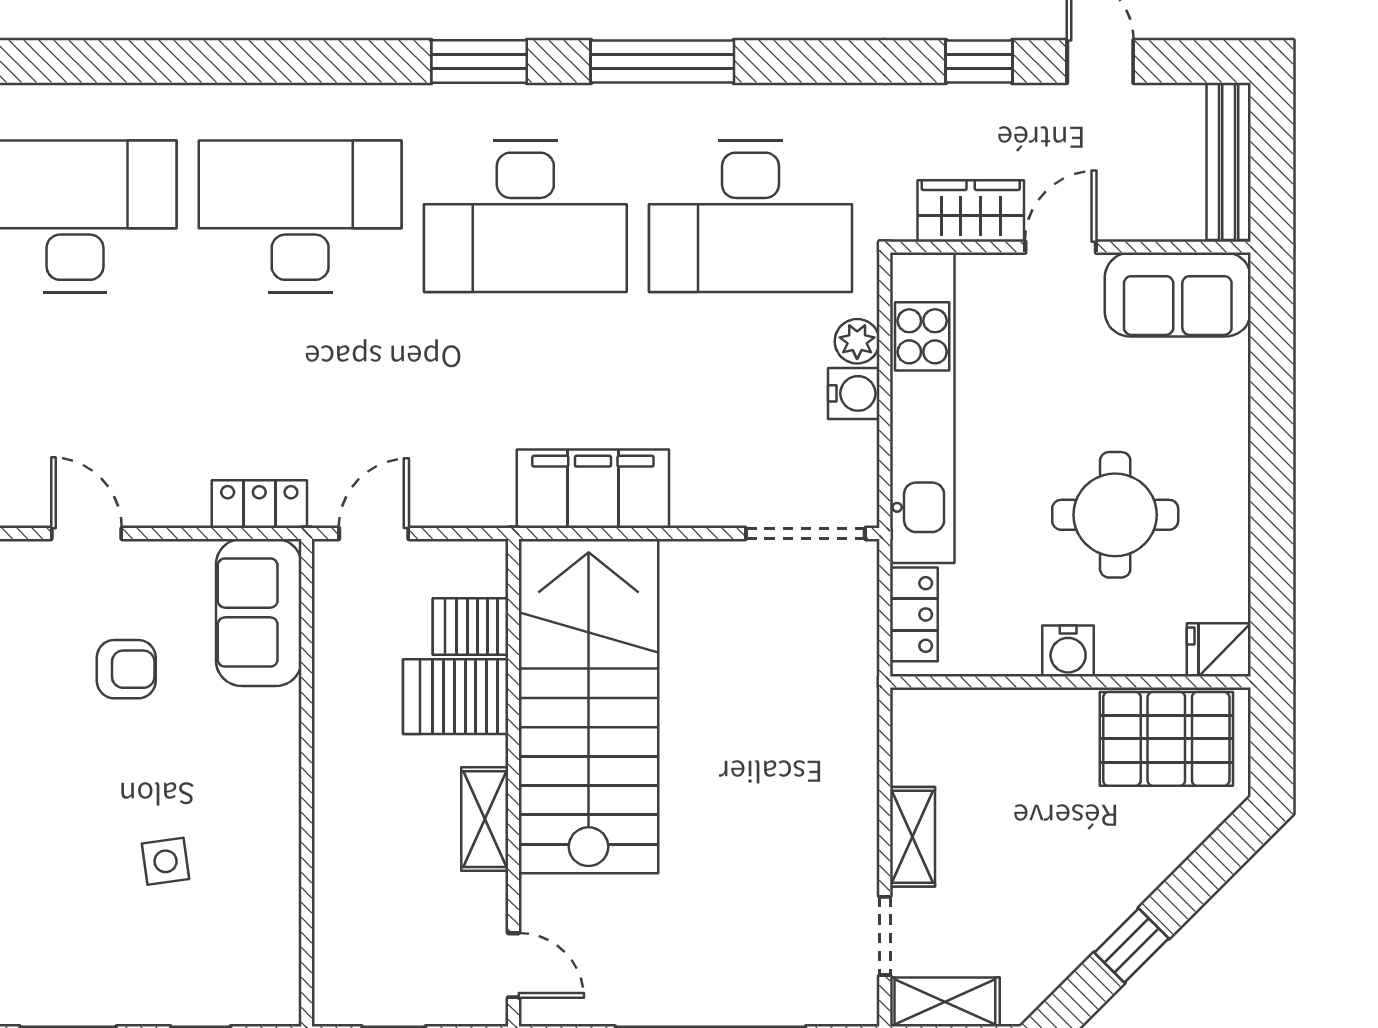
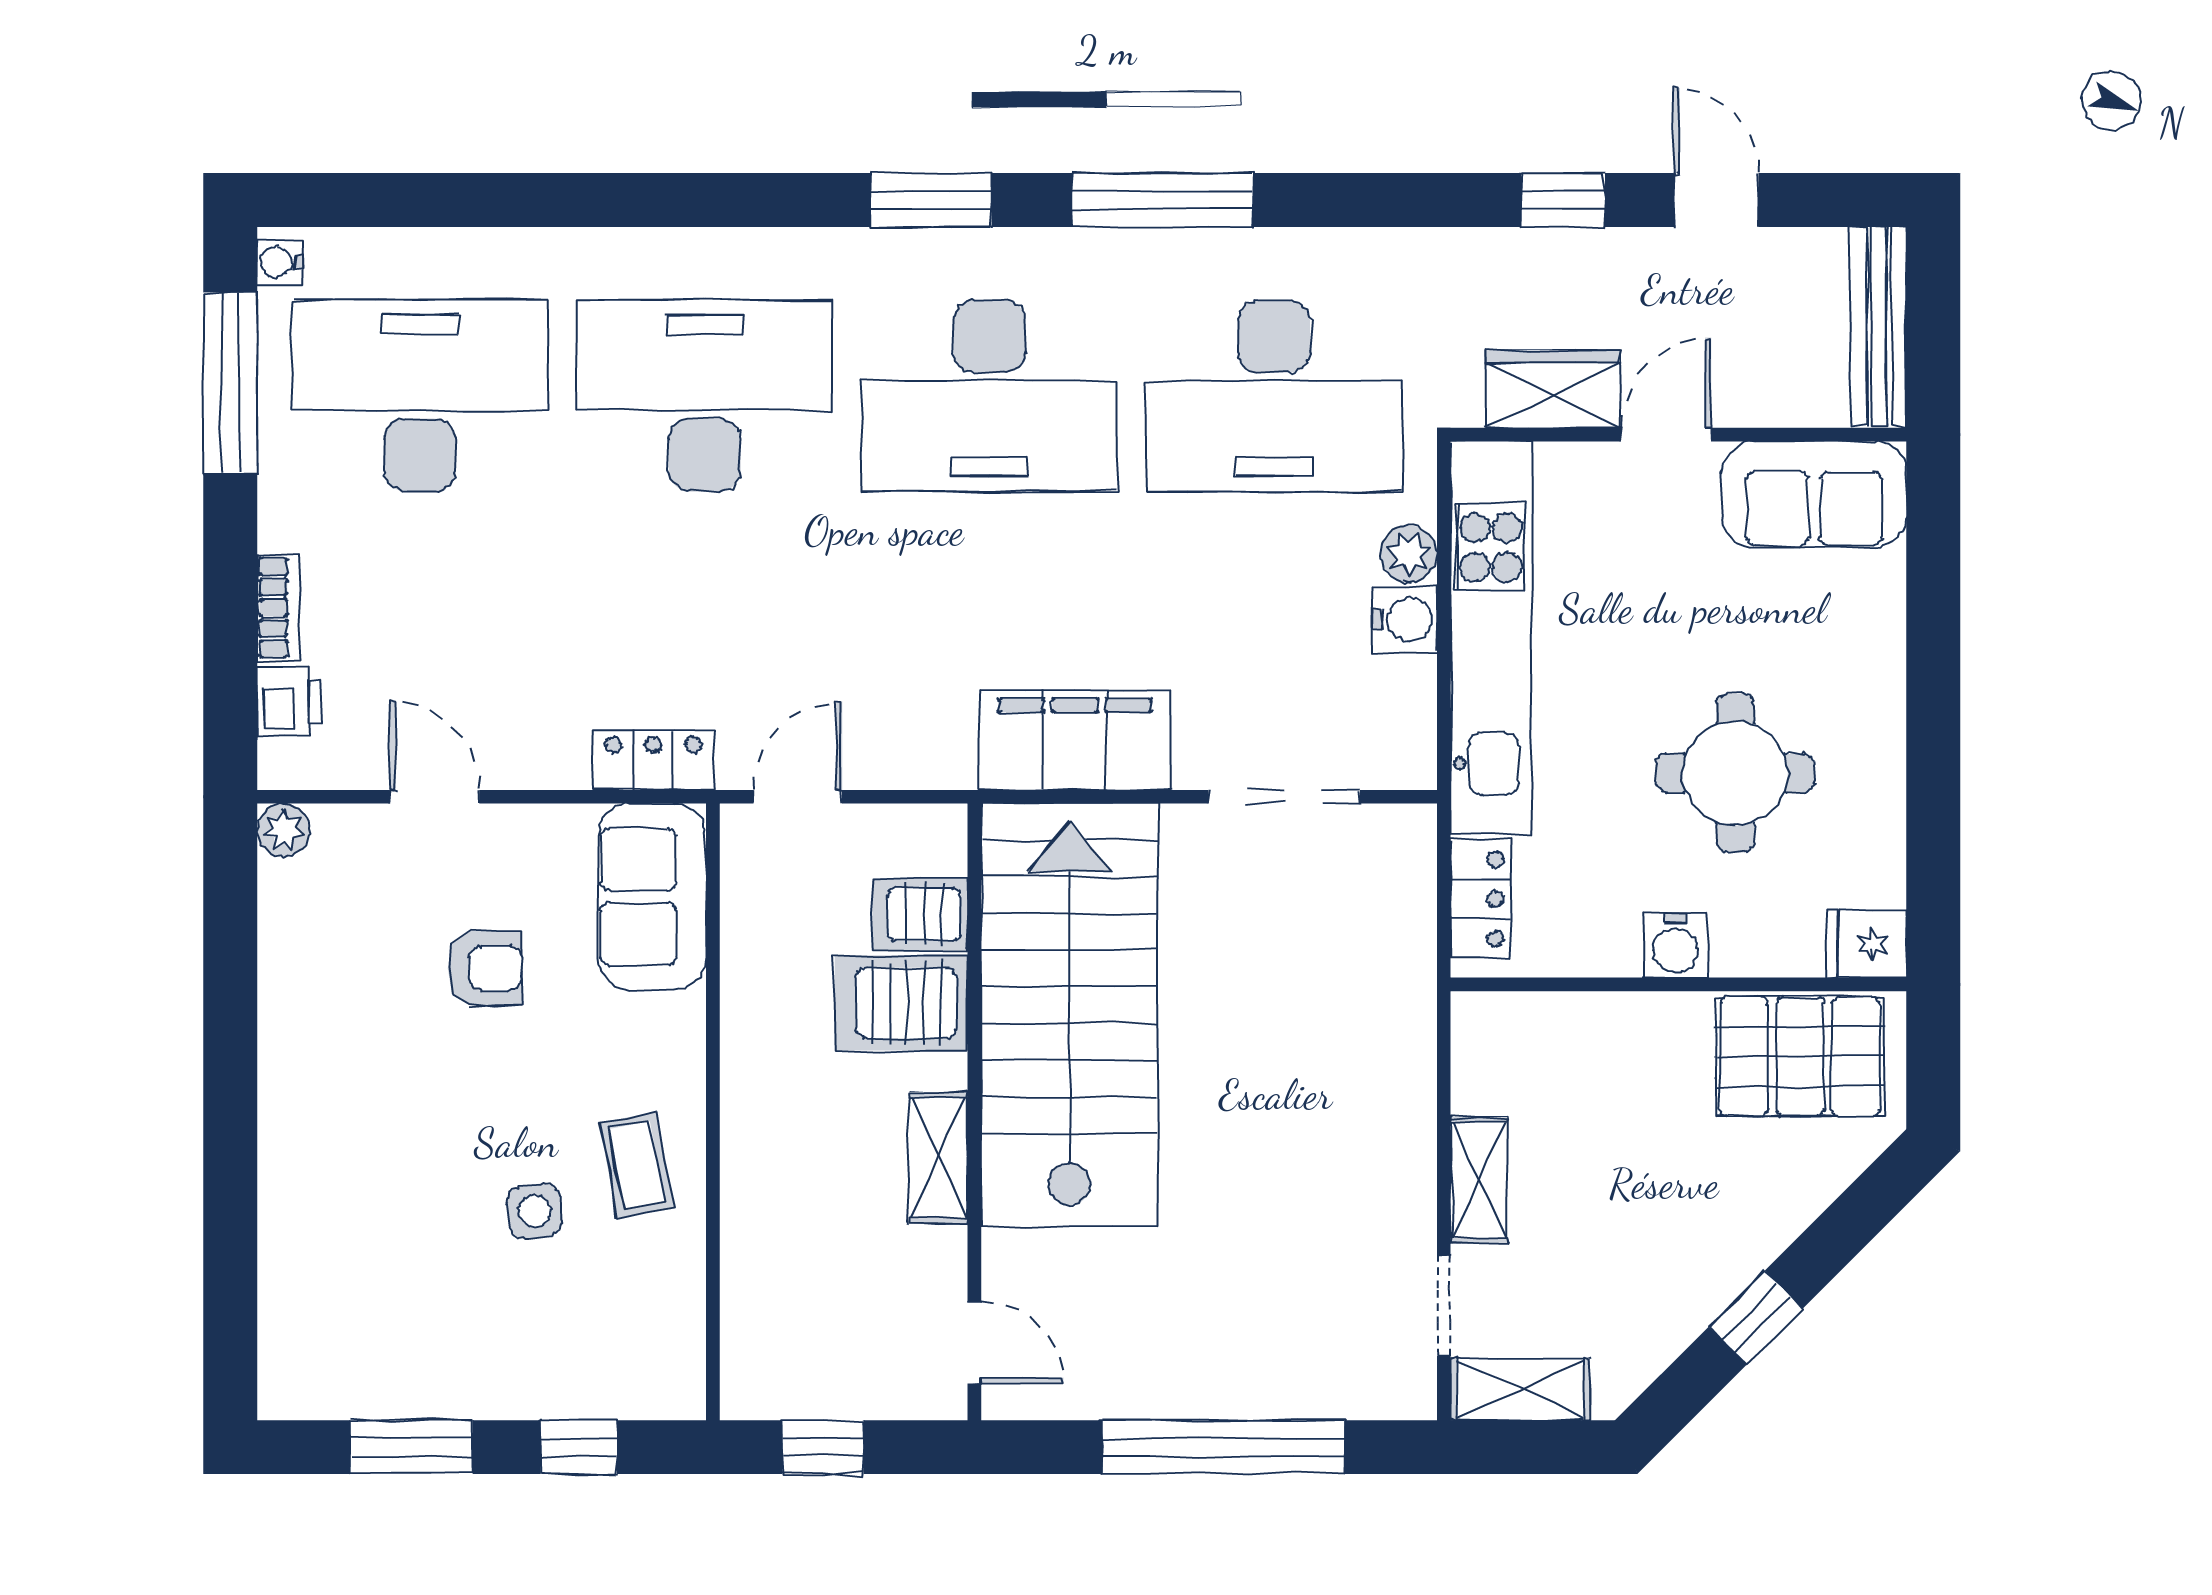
doorway: (805, 533) -> (1284, 797), moved
coffee table: (246, 825) -> (637, 1165), added

